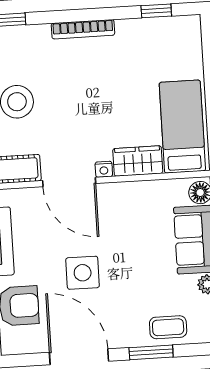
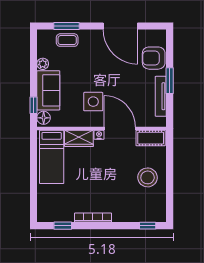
bookcase: (83, 29) -> (93, 217), moved
side table: (83, 273) -> (93, 102), moved
window: (151, 352) -> (67, 26), moved

